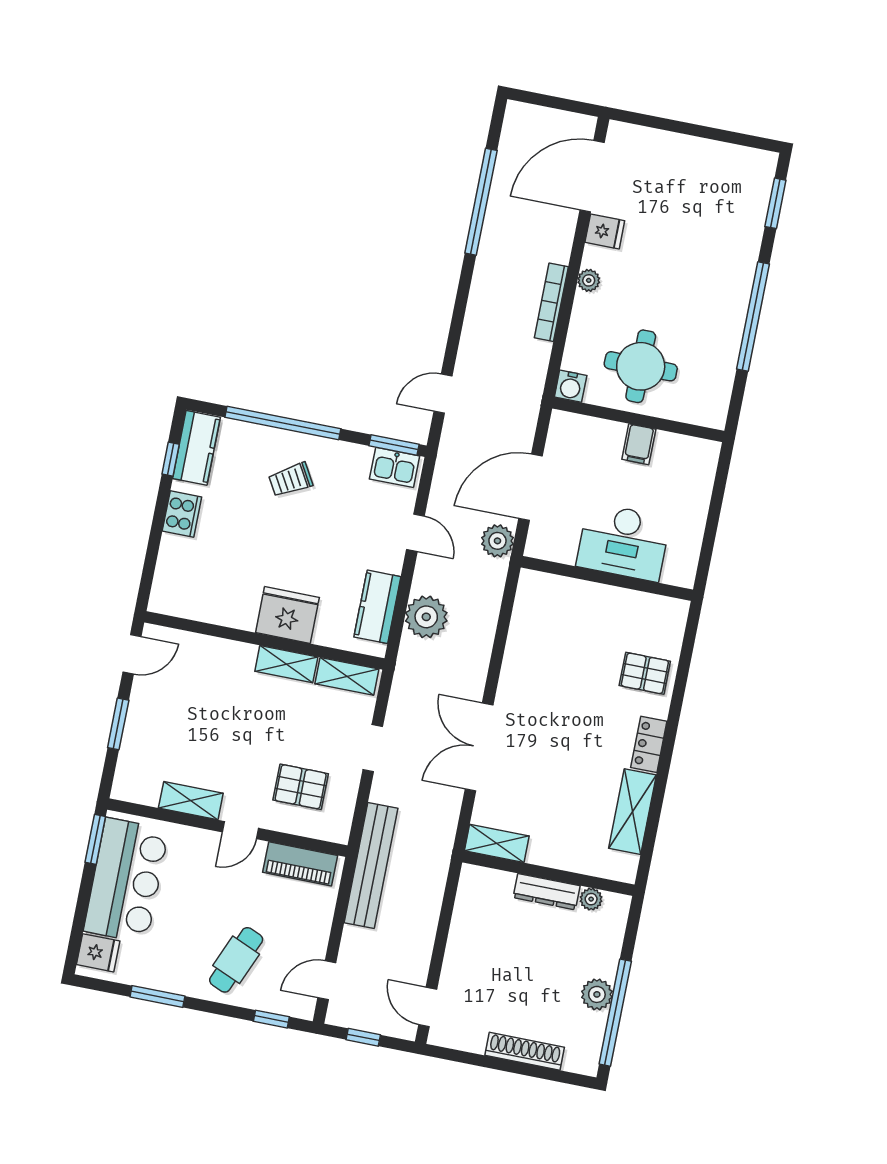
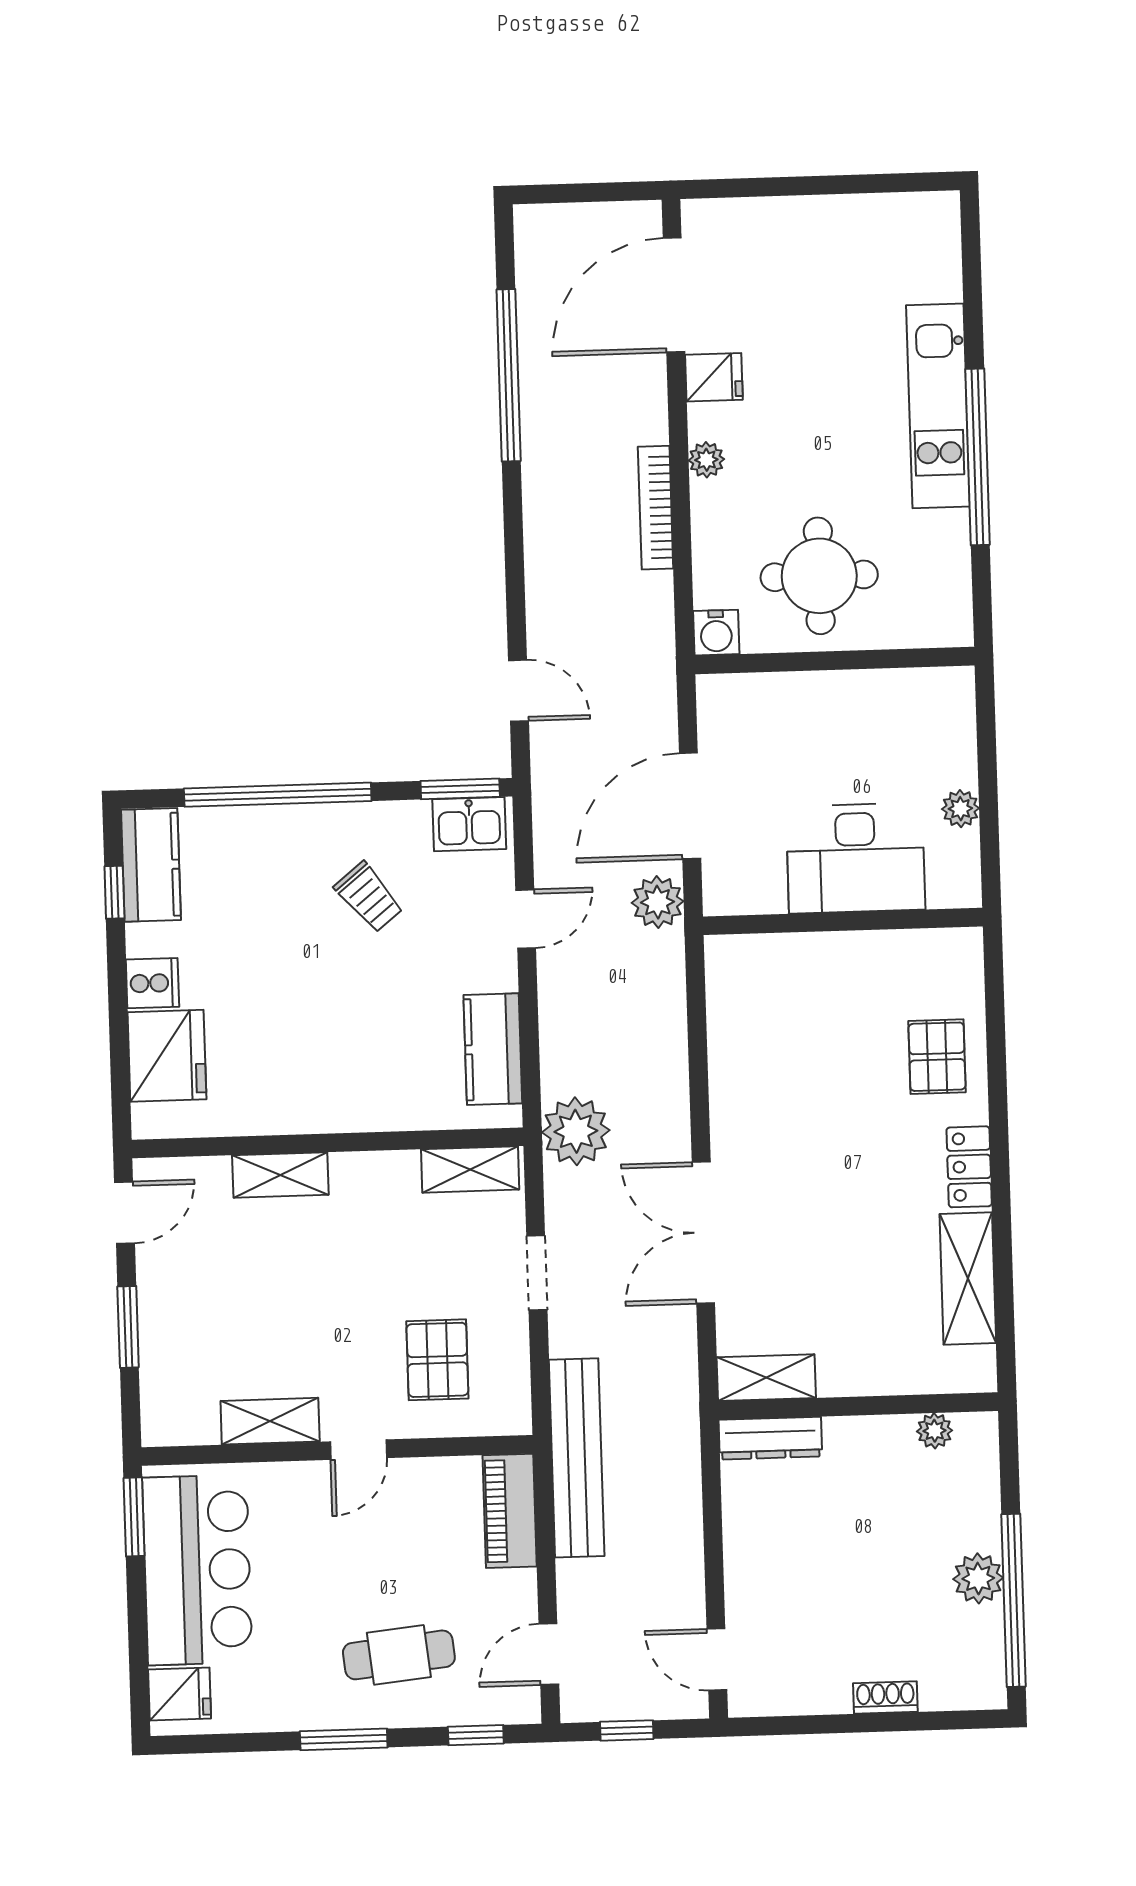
window: (775, 203) -> (972, 271), removed
kitchen unit: (736, 280) -> (938, 406), added
door: (443, 394) -> (519, 691), swing flipped
filing cabinet: (639, 444) -> (845, 699), removed
trolley: (291, 480) -> (369, 897), moved, turned -99
cooker: (182, 514) -> (152, 983), width x0.73
plant: (694, 527) -> (960, 809), added
door: (415, 533) -> (526, 919), hinge flipped
fridge: (287, 615) -> (167, 1056), moved, turned 90
plant: (426, 617) -> (576, 1131), moved
shelving: (286, 664) -> (280, 1175), moved
pallet: (645, 673) -> (937, 1057), turned 90
pallet: (301, 787) -> (437, 1360), turned 90
piano: (300, 864) -> (510, 1511), moved, turned 90
dresser: (547, 892) -> (770, 1438), moved
cafe table: (236, 960) -> (399, 1655), turned 61
window: (157, 996) -> (344, 1739), moved
shoe rack: (525, 1051) -> (885, 1698), width x0.51, depth x0.81

